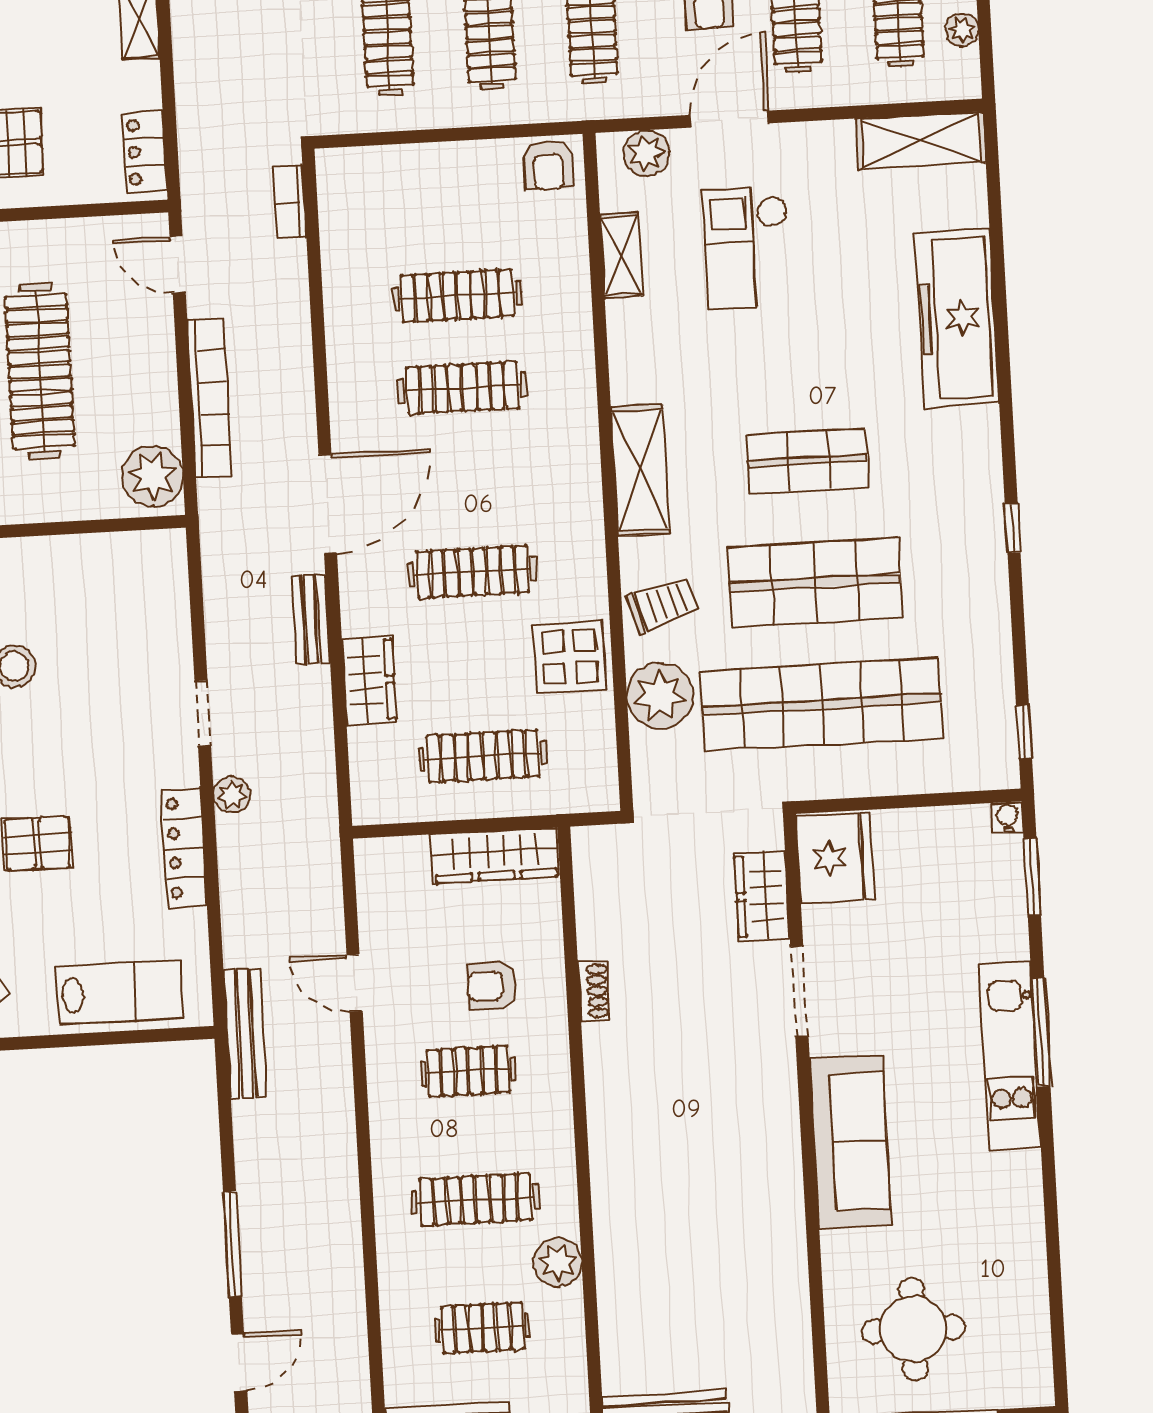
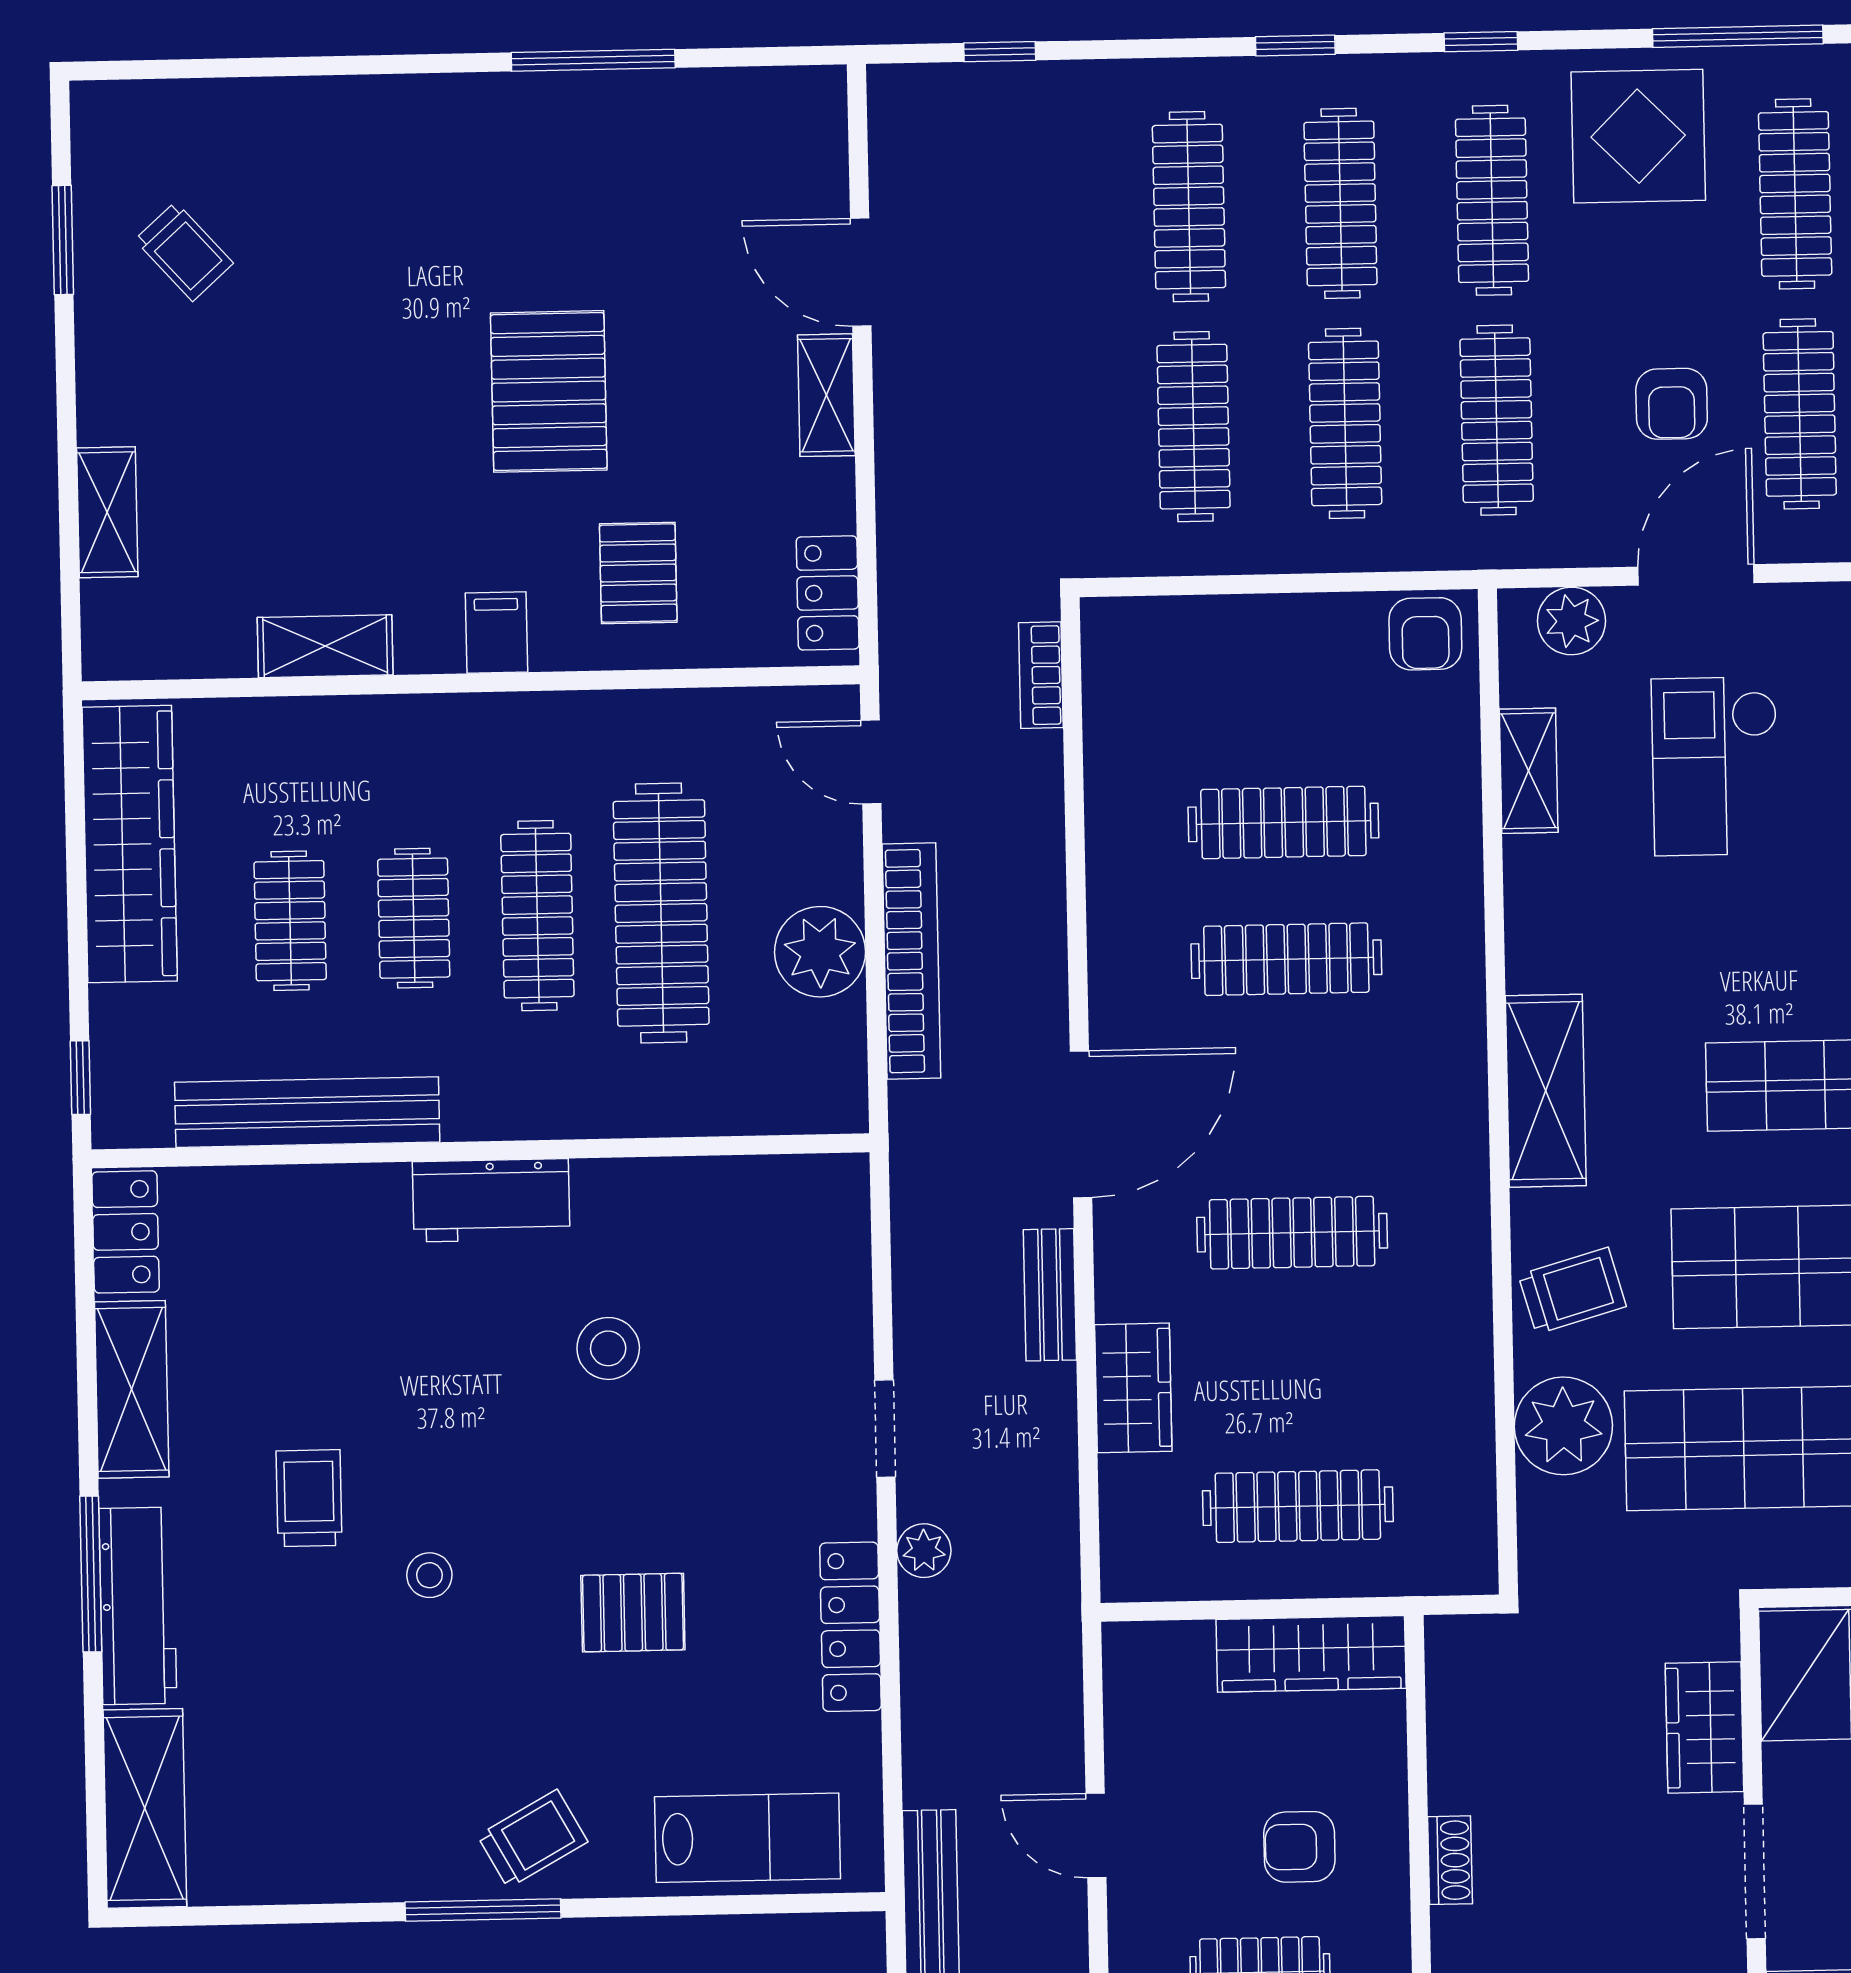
plant: (152, 476) -> (820, 952), moved
display table: (569, 657) -> (1431, 1364), removed

